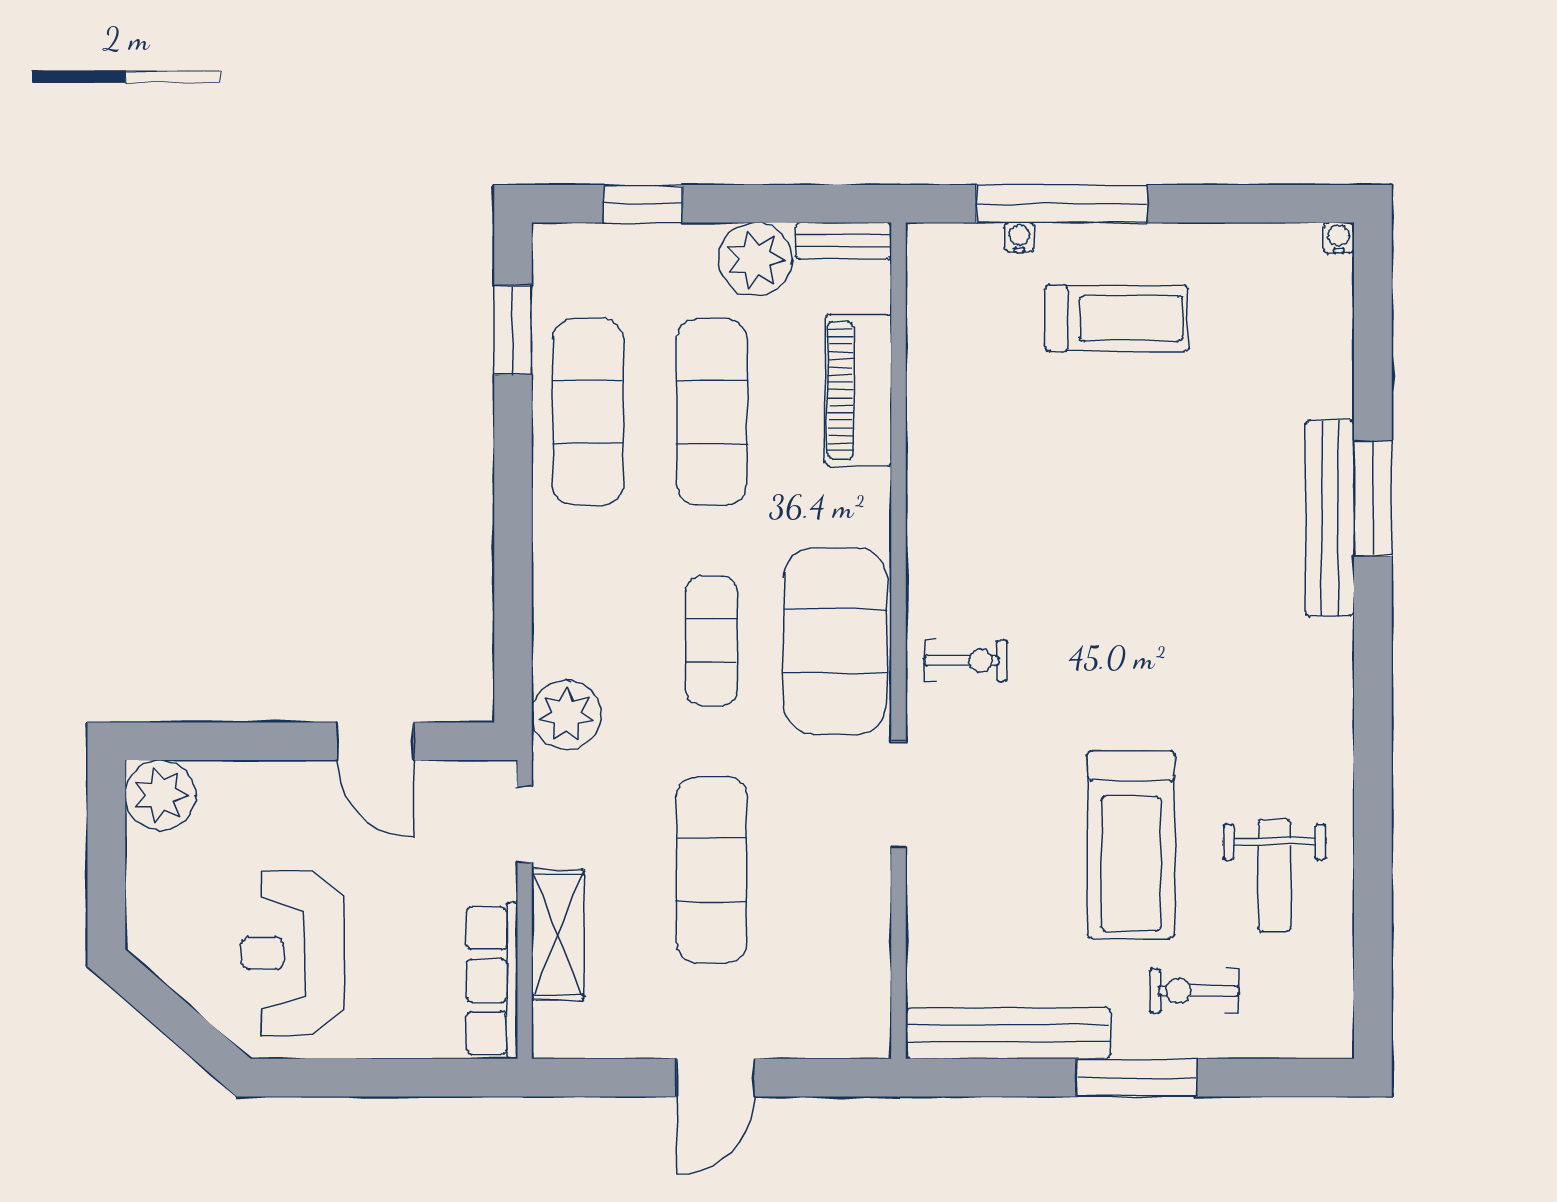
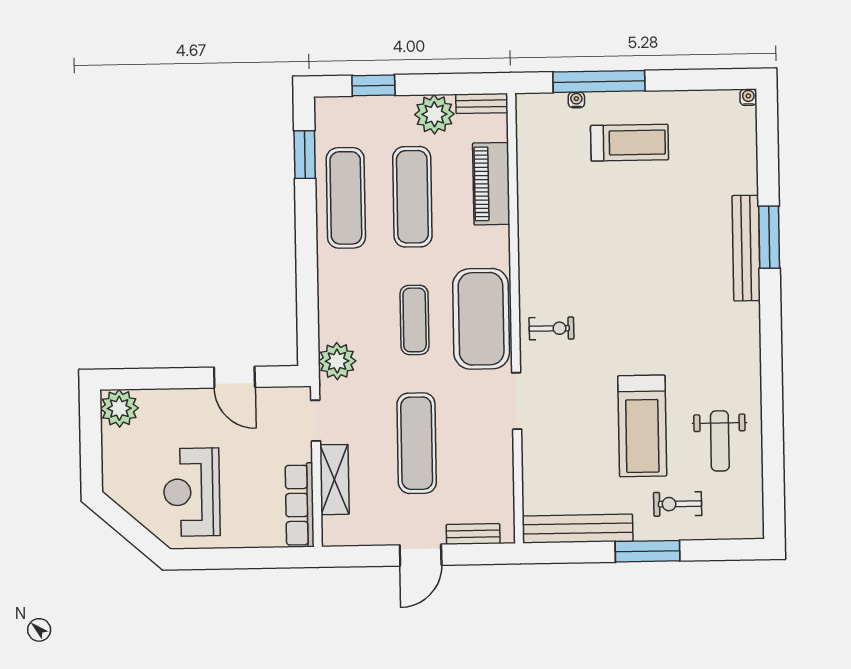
bench: (813, 1040) -> (473, 534), added

